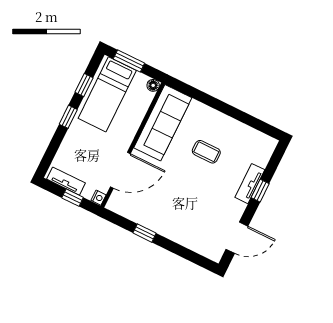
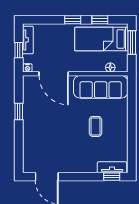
floor lamp: (153, 85) -> (110, 67), moved
tv unit: (250, 184) -> (112, 167), moved
window: (260, 191) -> (112, 177), moved

